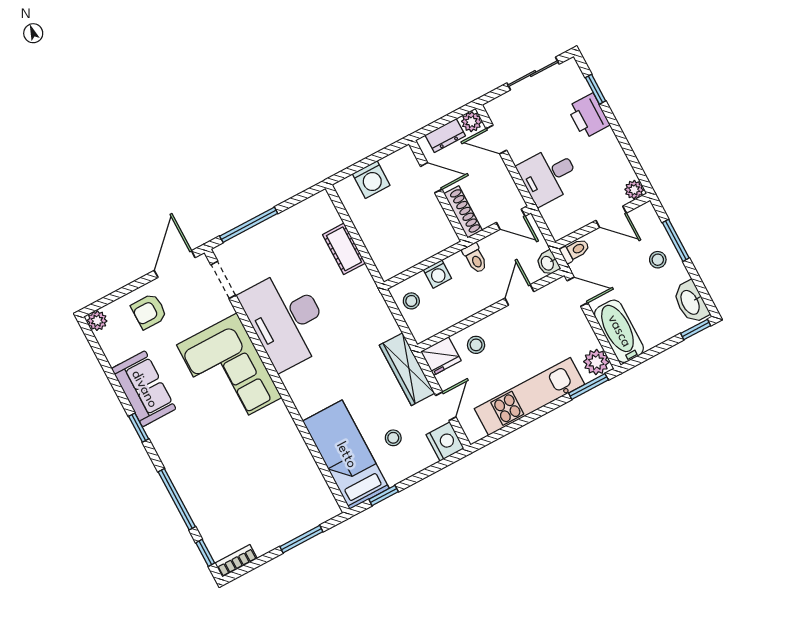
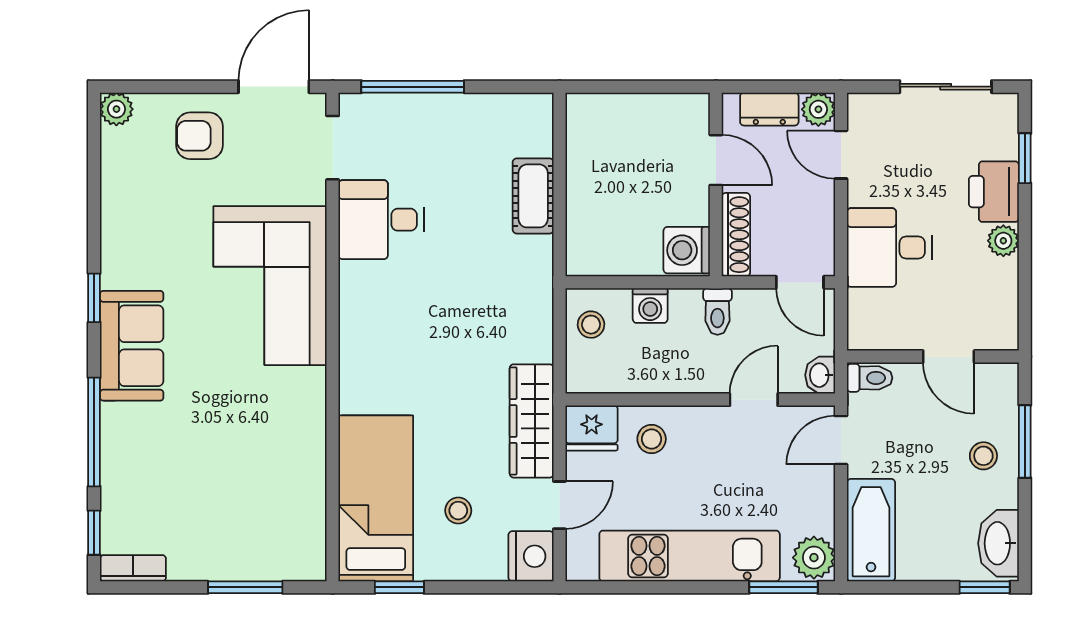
washing machine: (371, 180) -> (687, 250), moved, turned 90
plant: (634, 190) -> (1003, 241), moved
door: (577, 292) -> (841, 440), swing flipped
desk: (286, 319) -> (381, 220), width x0.53, depth x0.77
sofa: (144, 389) -> (132, 346), moved

